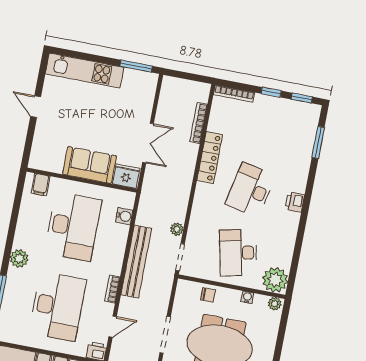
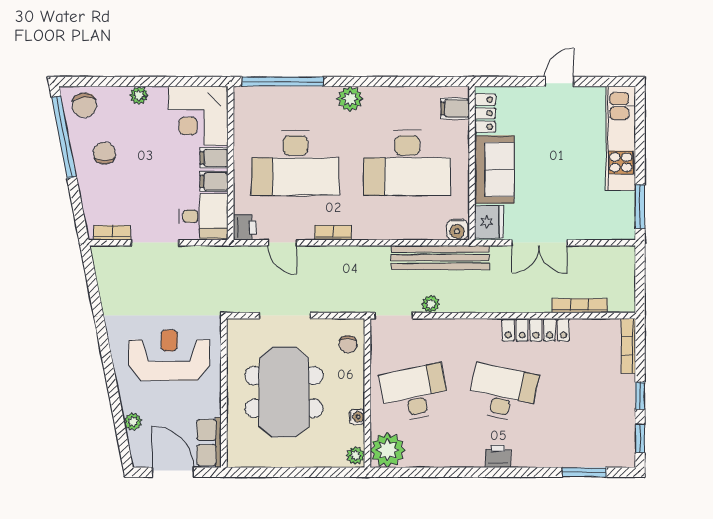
locker: (48, 164) -> (485, 113), added
water cooler: (124, 216) -> (457, 230), moved
bench: (136, 262) -> (440, 258), moved
chair: (208, 295) -> (348, 344), moved

